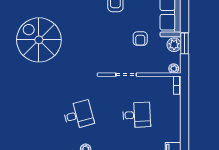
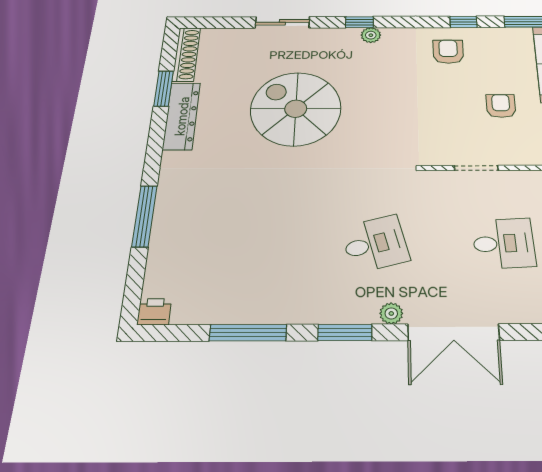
armchair: (140, 39) -> (501, 106), turned 180

